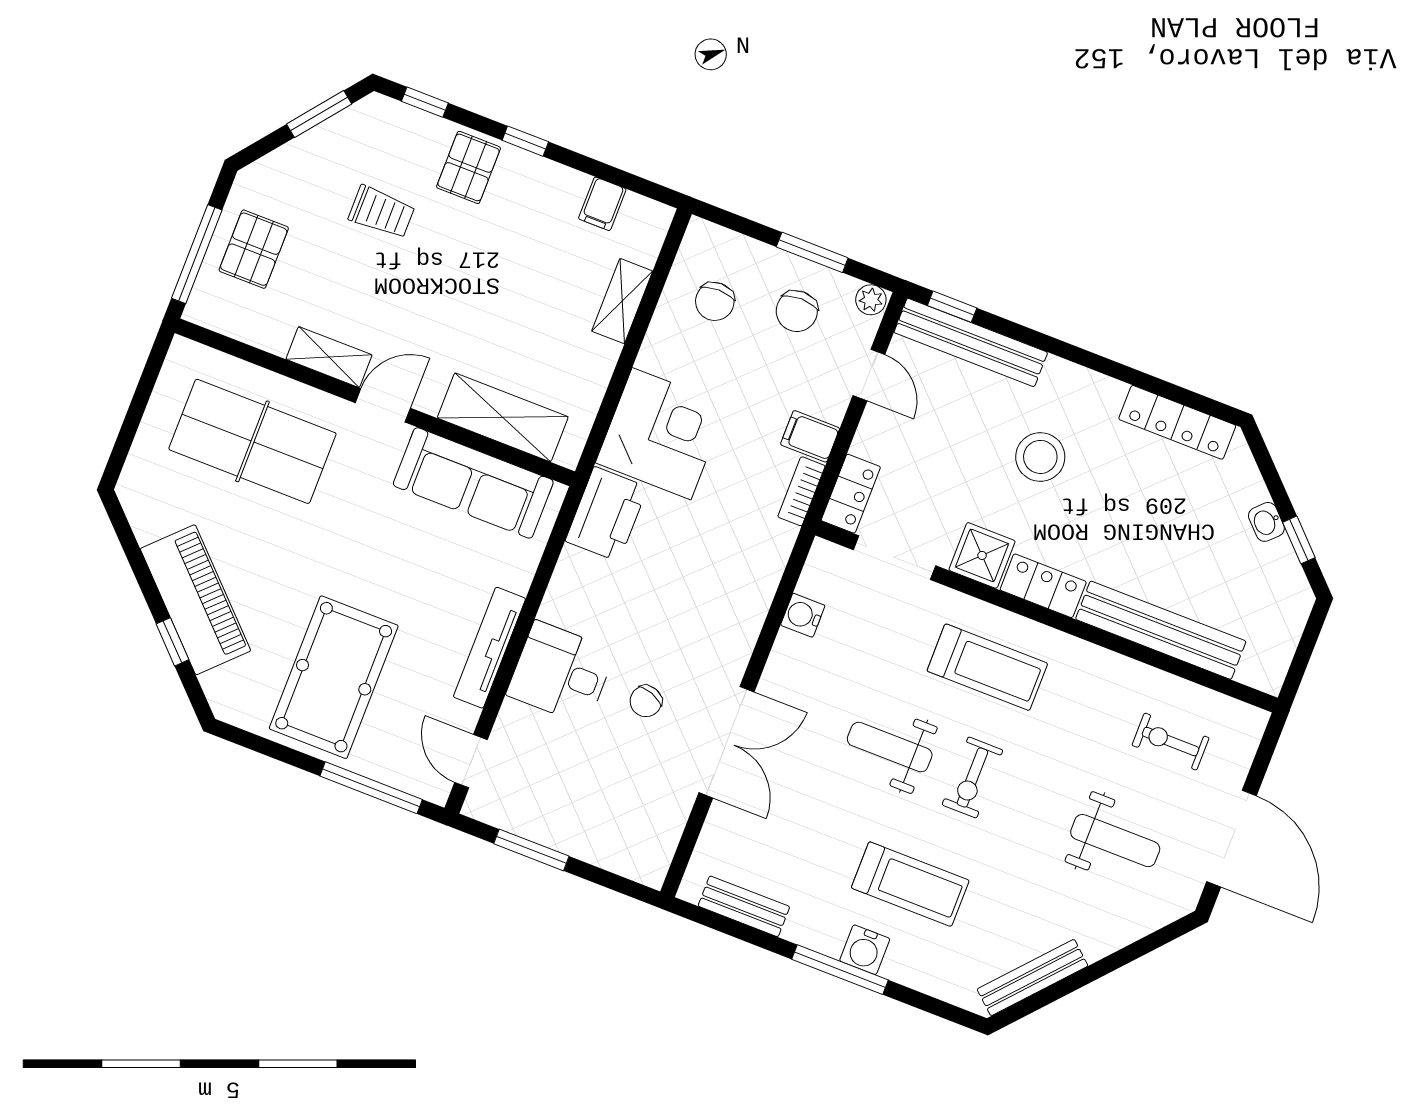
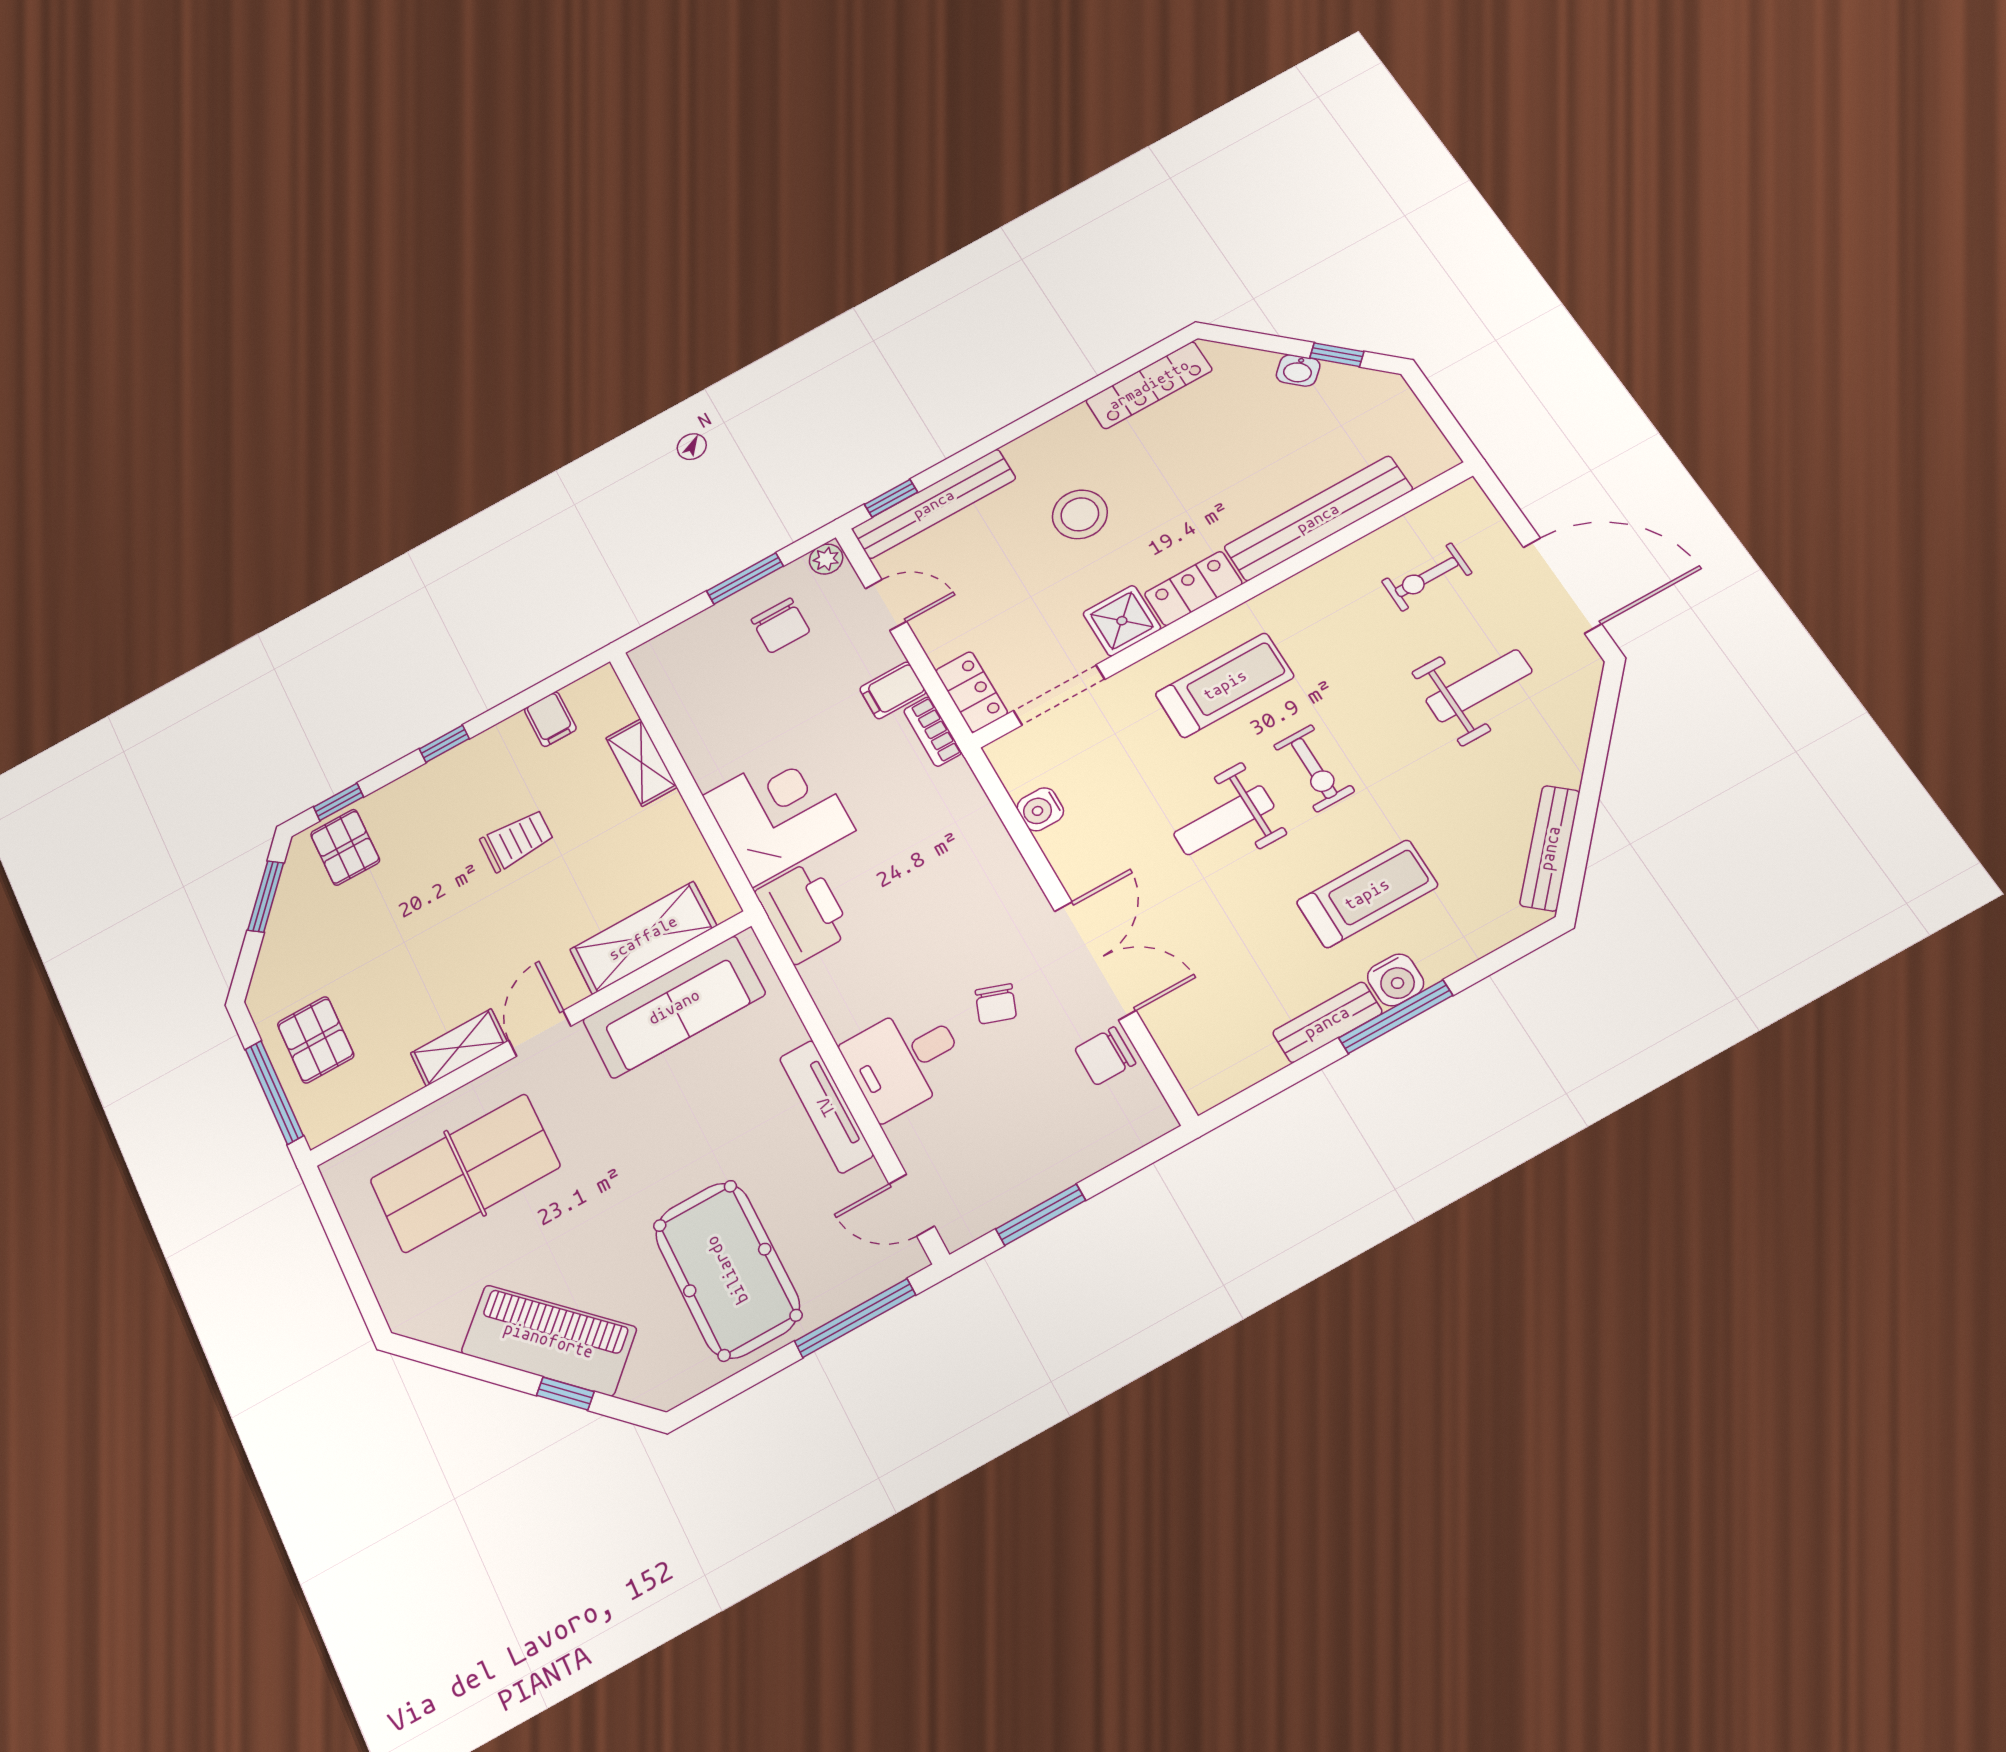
pallet: (468, 167) -> (345, 847), moved
trolley: (382, 212) -> (517, 840), moved
chair: (715, 301) -> (1105, 1056), moved, turned 90
bench: (744, 906) -> (1327, 1022), moved

